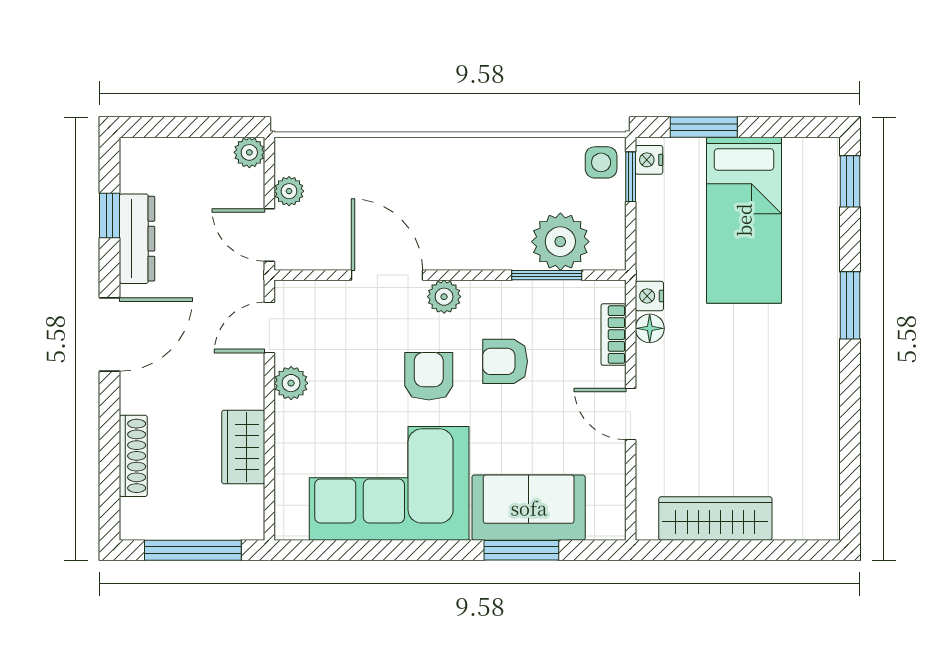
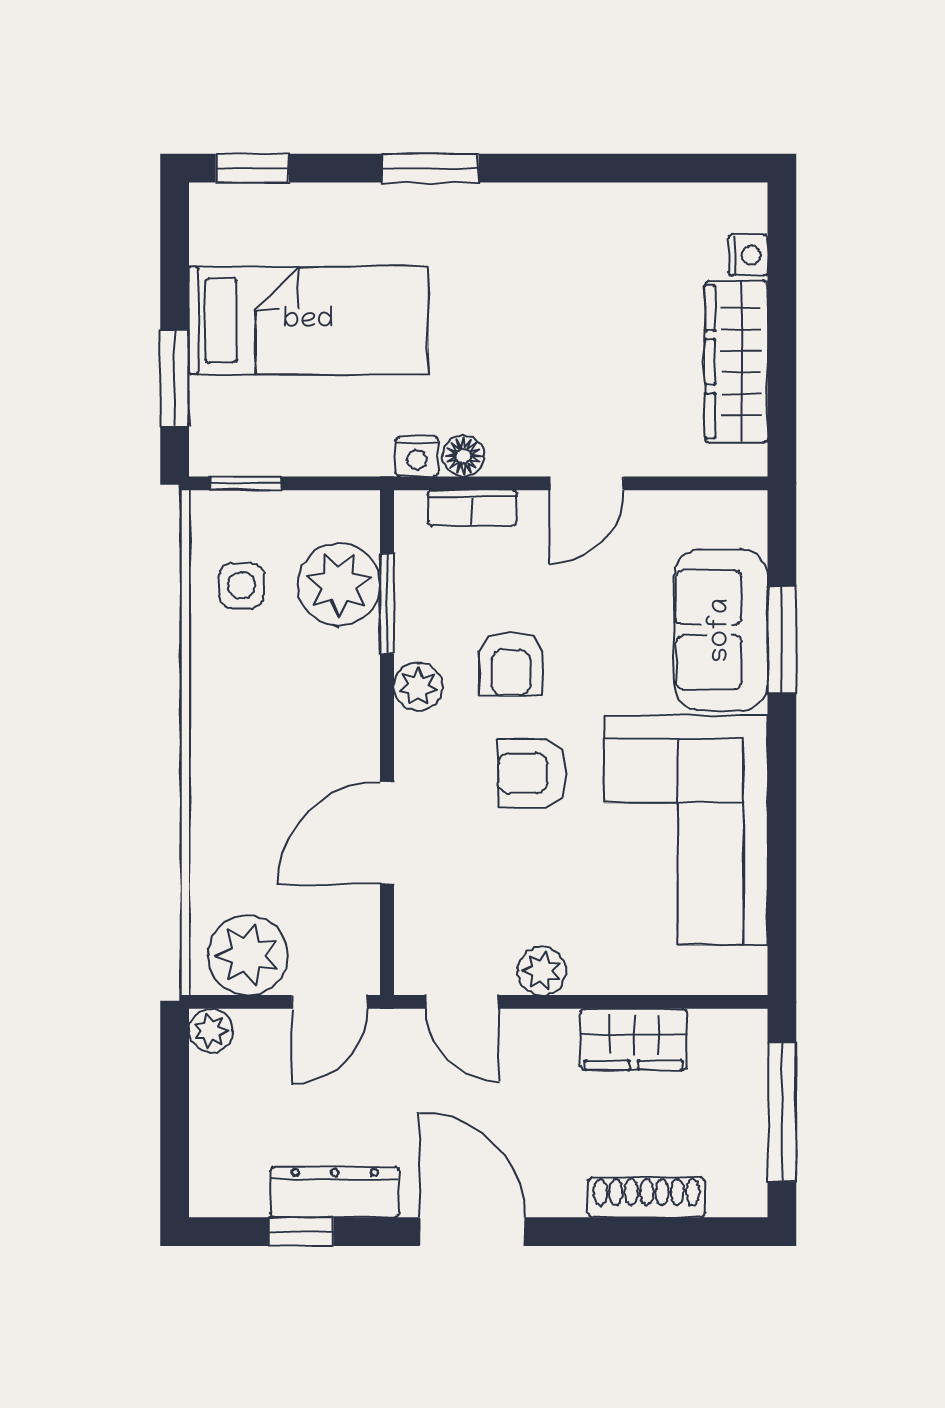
nightstand: (649, 160) -> (748, 255), moved, turned -90
side table: (601, 162) -> (242, 586), moved
plant: (289, 191) -> (248, 955), width x1.88, depth x1.88
plant: (444, 297) -> (418, 687), moved

